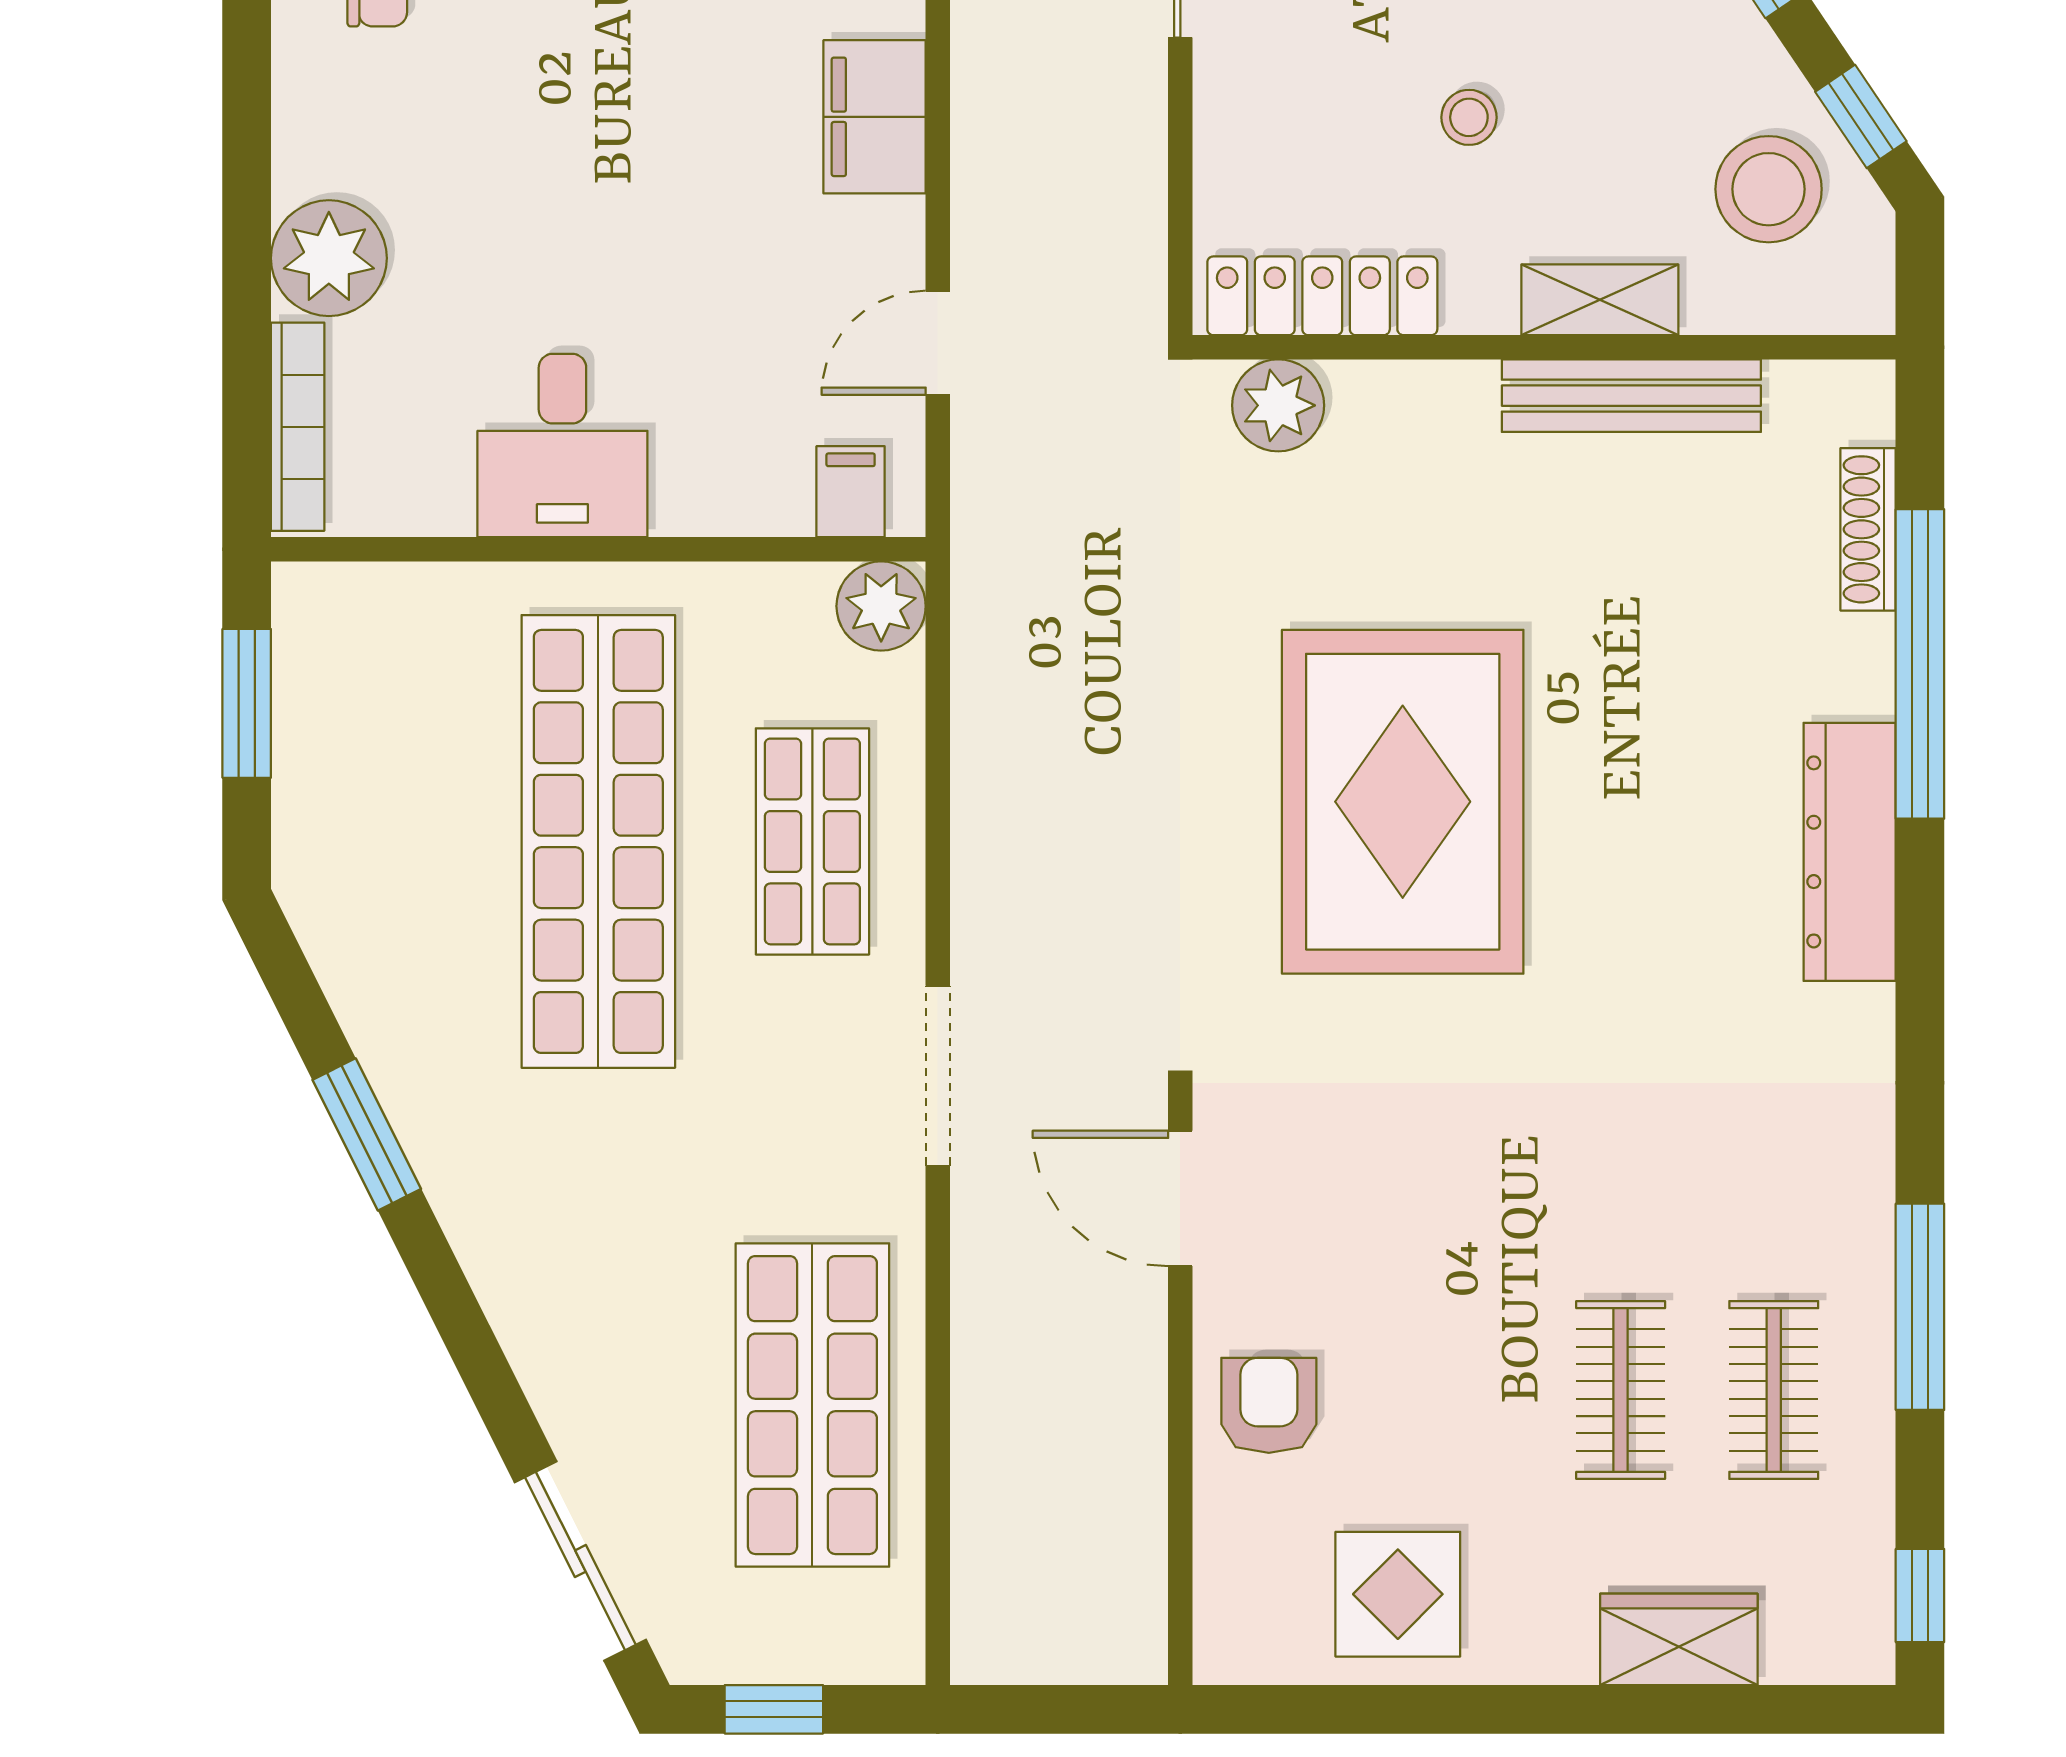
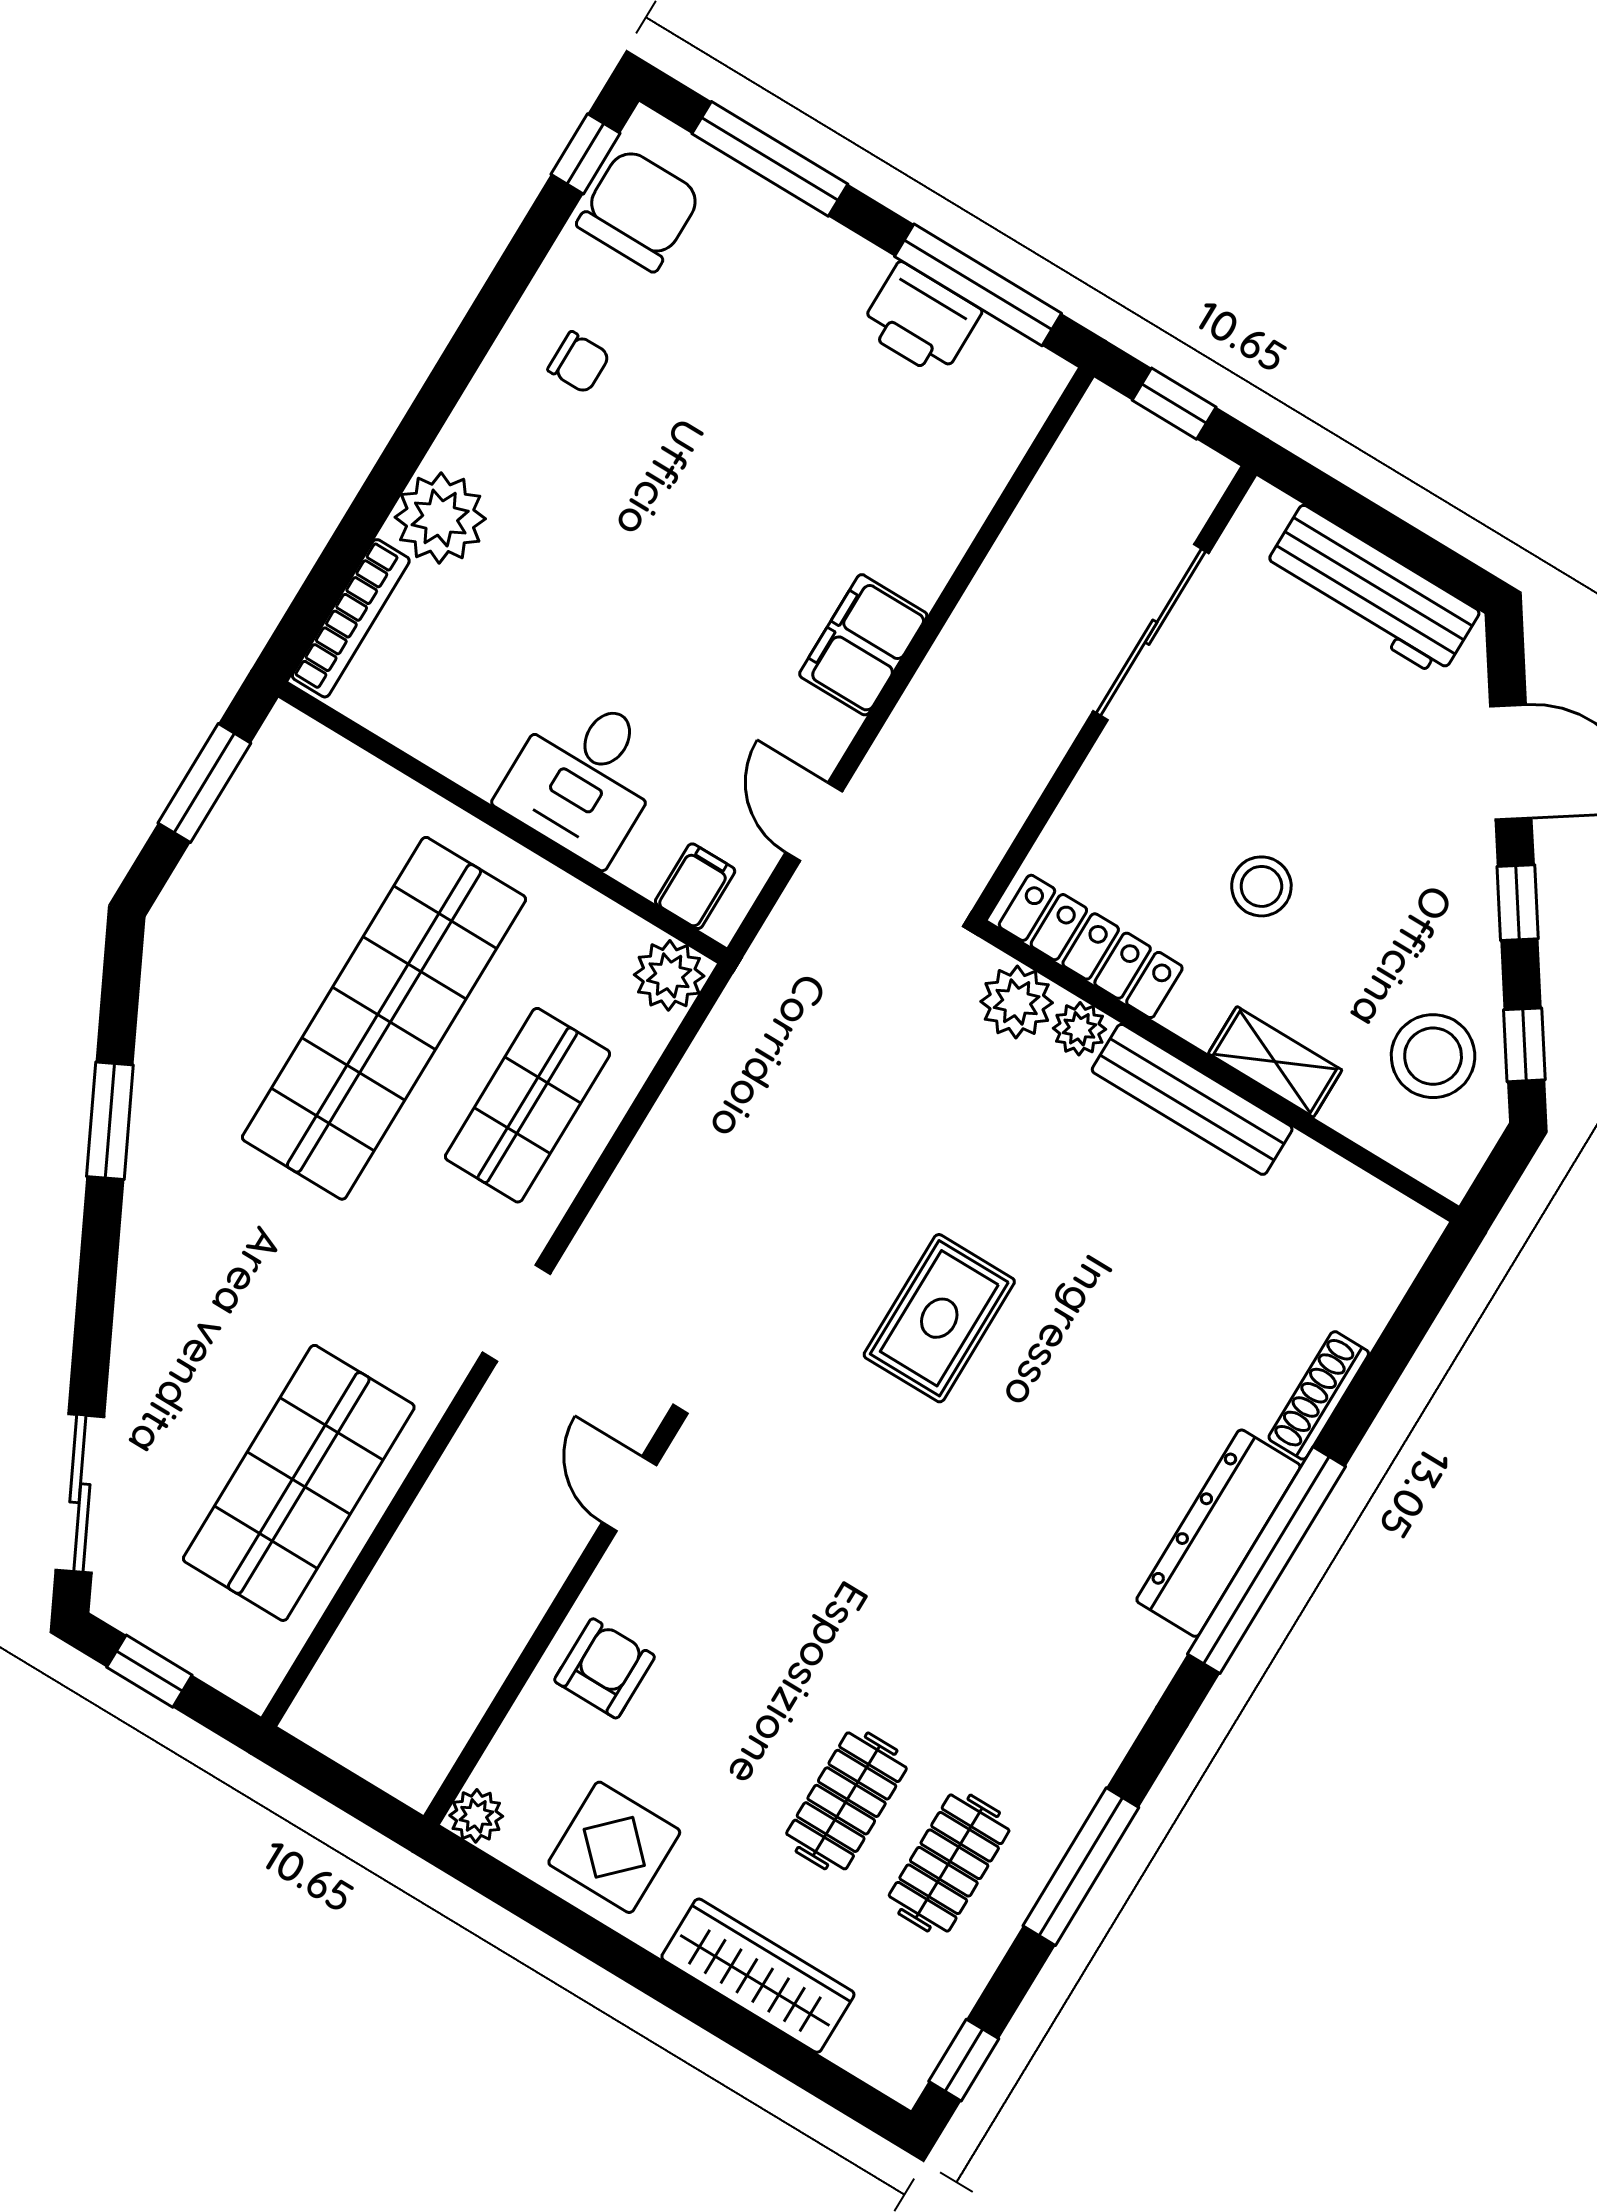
stool: (1469, 117) -> (1261, 886), width x1.37, depth x1.37
door: (938, 343) -> (814, 822), hinge flipped
plant: (1364, 393) -> (1079, 1029), added
bench: (1631, 396) -> (1192, 1099), moved
desk: (562, 445) -> (584, 777), moved
shoe rack: (1868, 529) -> (1319, 1395), moved
window: (1920, 664) -> (1266, 1560), moved
rug: (1403, 802) -> (939, 1318), width x0.54, depth x0.49
doorway: (938, 1076) -> (516, 1313), width x0.73
door: (1180, 1198) -> (629, 1494), width x0.73
wardrobe: (1679, 1639) -> (758, 1976), width x1.50
plant: (1226, 1651) -> (476, 1816), added

